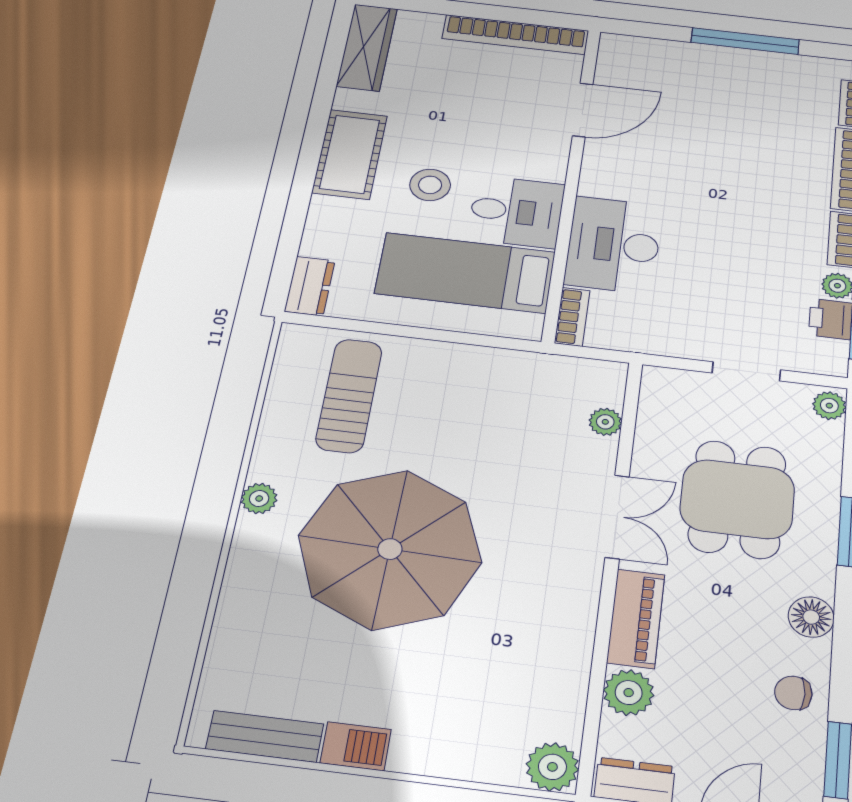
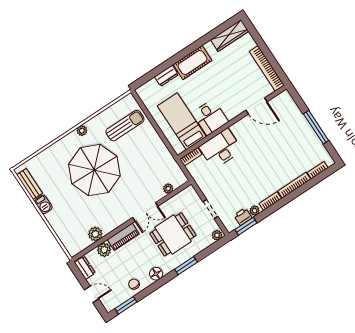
stool: (430, 185) -> (200, 90), removed
dresser: (310, 286) -> (166, 76), moved
plant: (552, 767) -> (95, 234), moved

